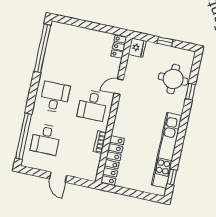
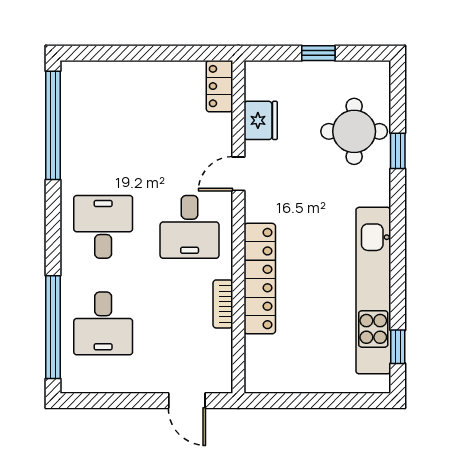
fridge: (137, 48) -> (261, 120), moved
locker: (113, 160) -> (260, 279), moved
door: (58, 177) -> (187, 401), moved

